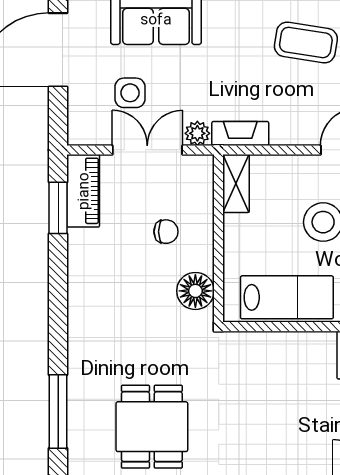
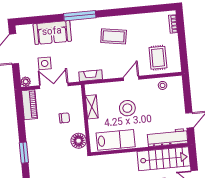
plant: (197, 133) -> (26, 82), moved
shelving: (236, 183) -> (92, 107), moved
window: (58, 208) -> (24, 153), moved

